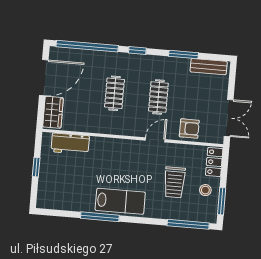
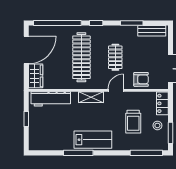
clothes rail: (115, 93) -> (81, 57), width x1.86, depth x1.31
workbench: (70, 144) -> (51, 99), width x1.38
shelving: (123, 146) -> (91, 97), added

